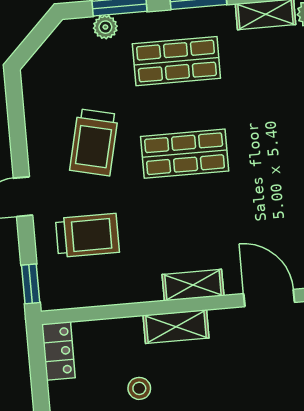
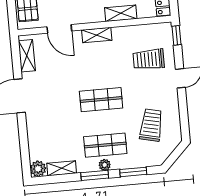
plant: (105, 27) -> (105, 165), moved
trolley: (94, 142) -> (151, 125), moved
shelving: (176, 327) -> (121, 13), moved

